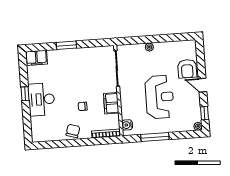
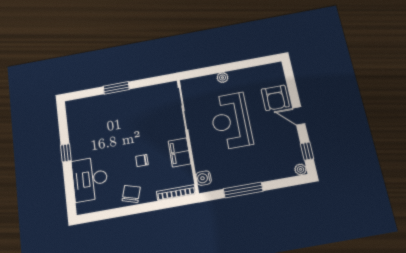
filing cabinet: (36, 58) -> (79, 107), removed
reception desk: (159, 97) -> (231, 121), moved, turned 180
desk: (41, 99) -> (90, 179), moved

